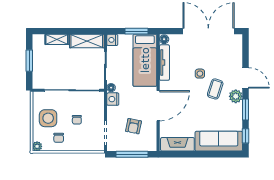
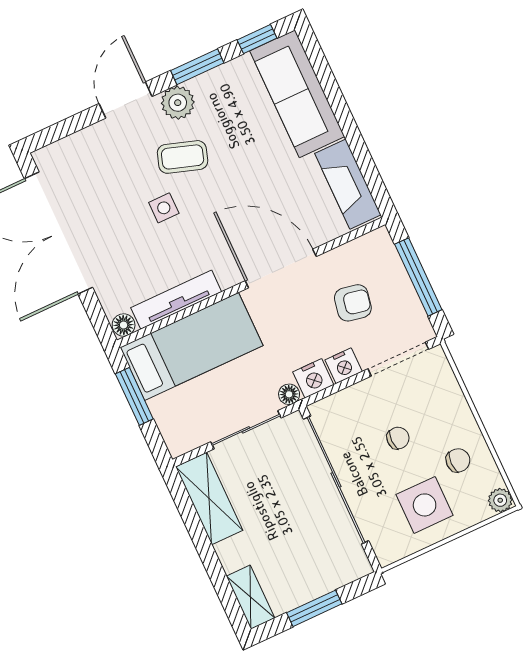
shelving: (57, 39) -> (250, 597), moved
nightstand: (112, 40) -> (344, 366), moved

